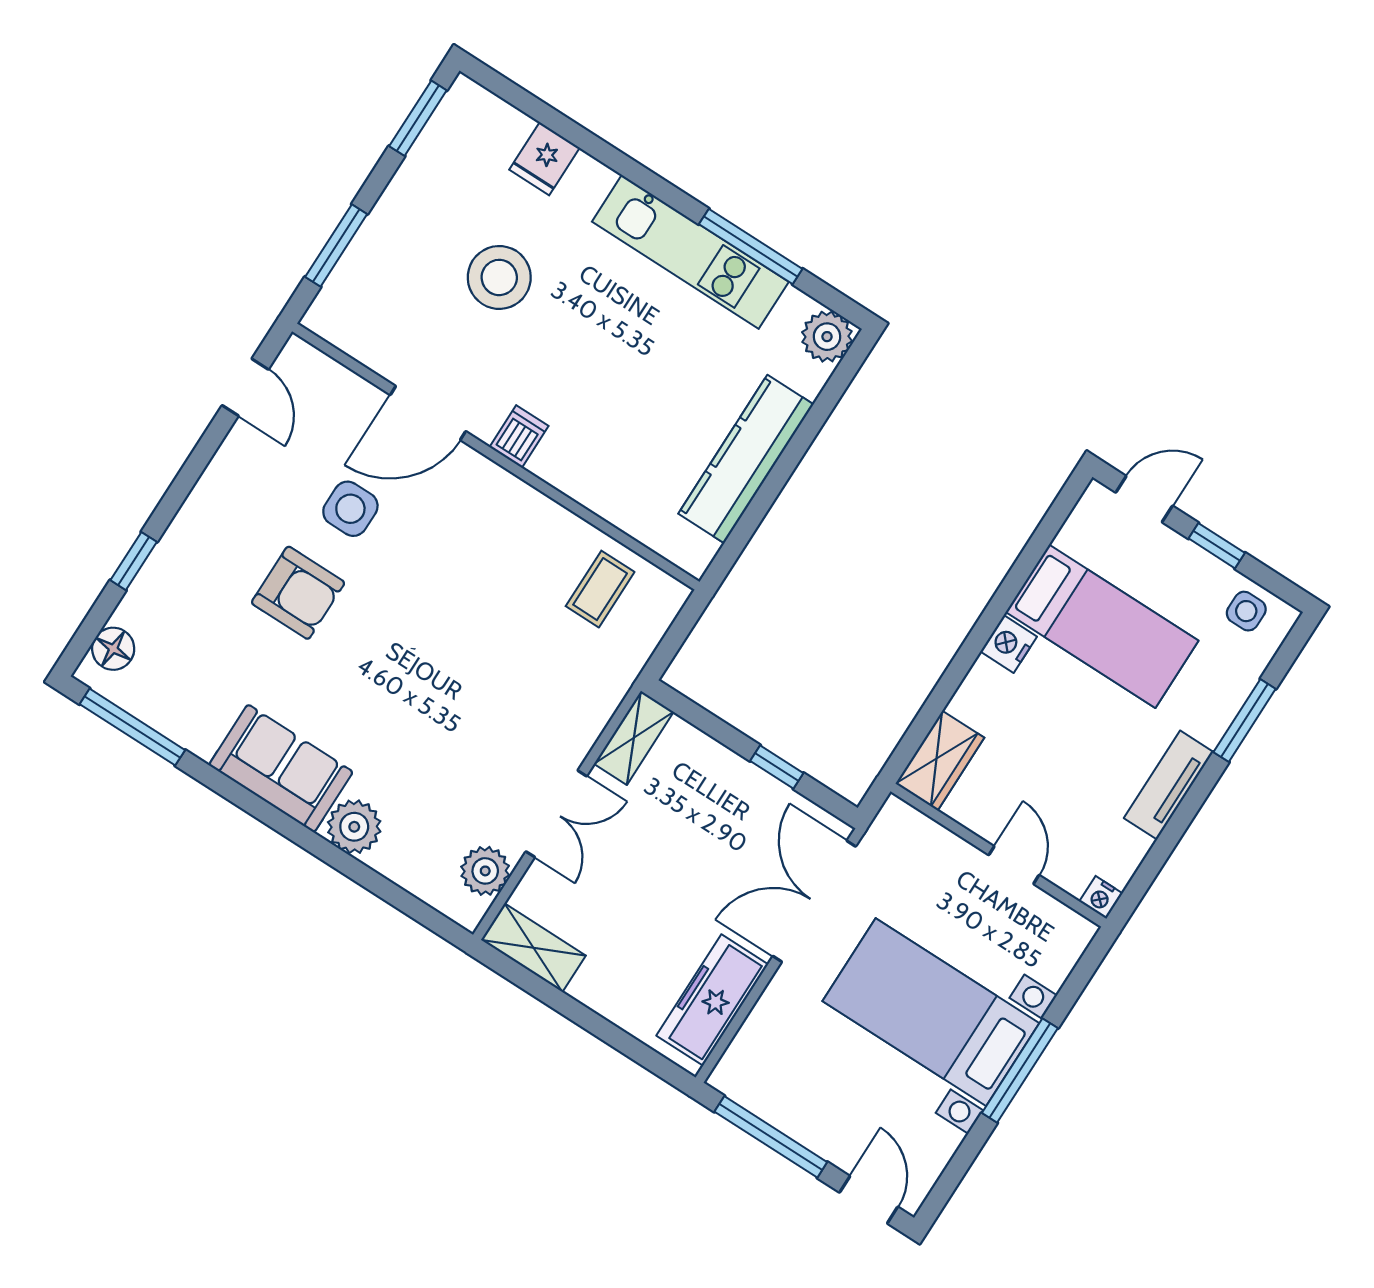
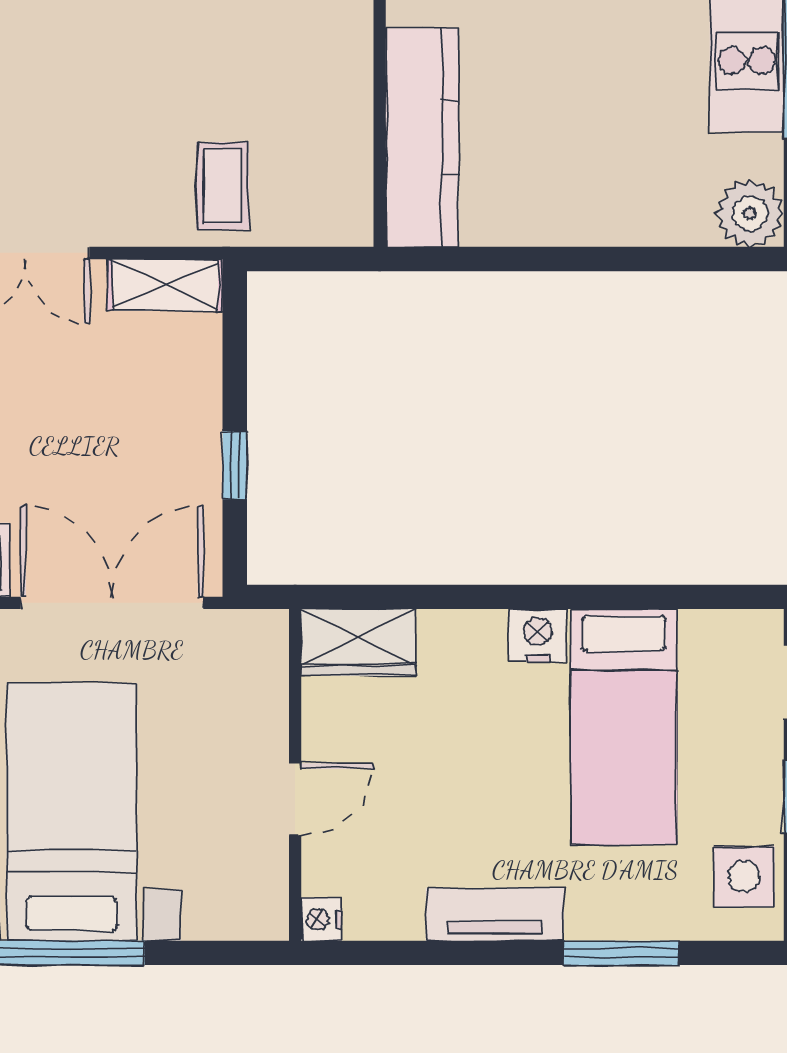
kitchen counter: (746, 459) -> (422, 138), moved, turned 90
coffee table: (600, 589) -> (223, 186), moved, turned 90
side table: (1246, 611) -> (744, 877), width x1.37, depth x1.37

